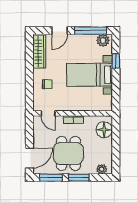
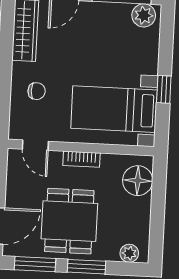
window: (116, 61) -> (164, 89), moved
bed with nightstands: (89, 75) -> (114, 109), moved

